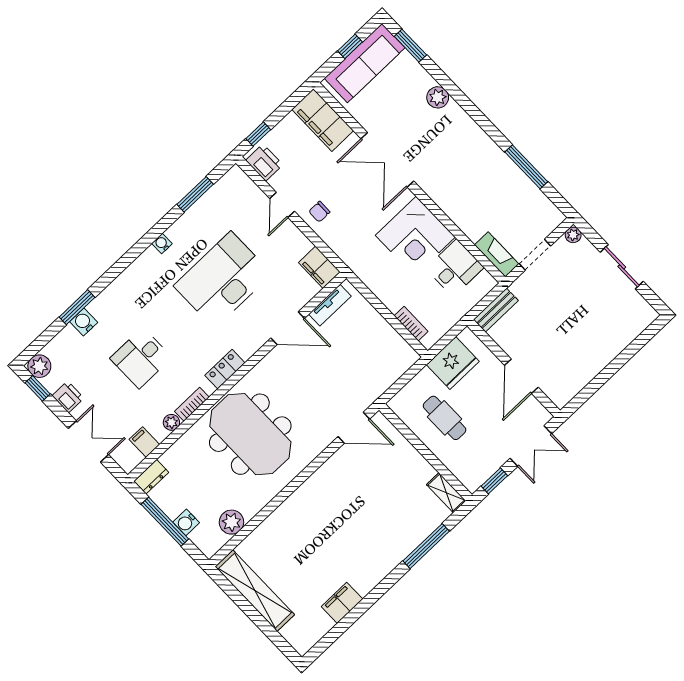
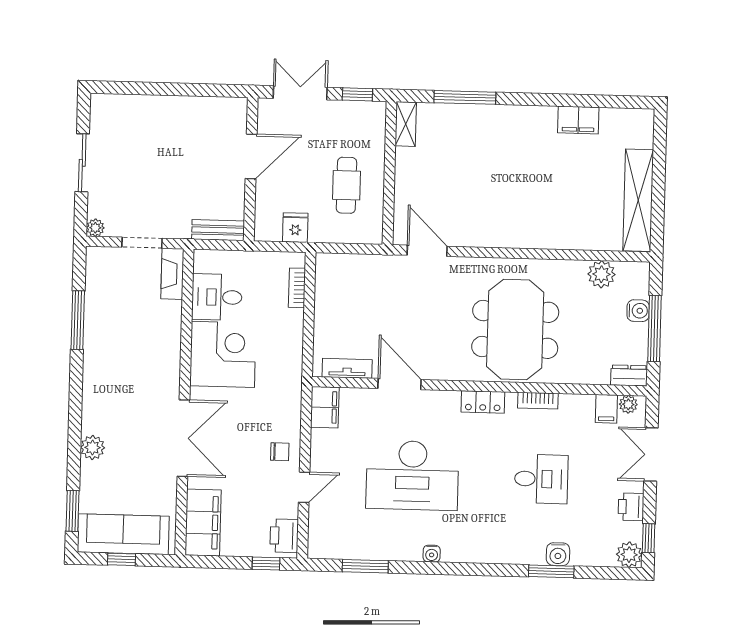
fridge: (453, 363) -> (295, 228), width x0.53, depth x0.75
plant: (171, 422) -> (628, 404), moved

